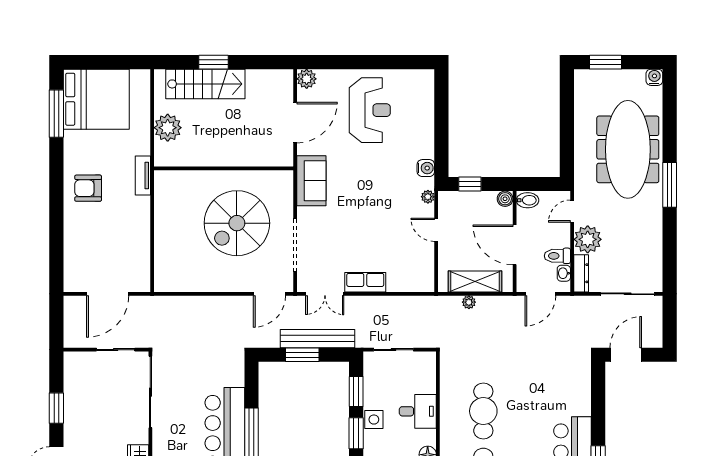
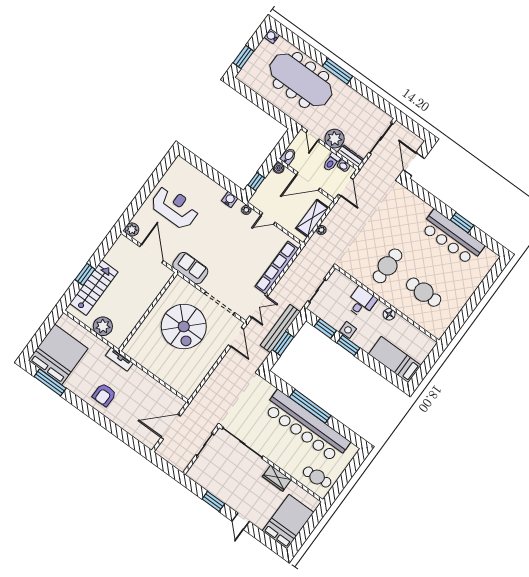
row of seats: (365, 282) -> (277, 268), width x2.02
door: (108, 294) -> (171, 427), swing flipped
cafe table: (483, 411) -> (388, 266), turned 90

